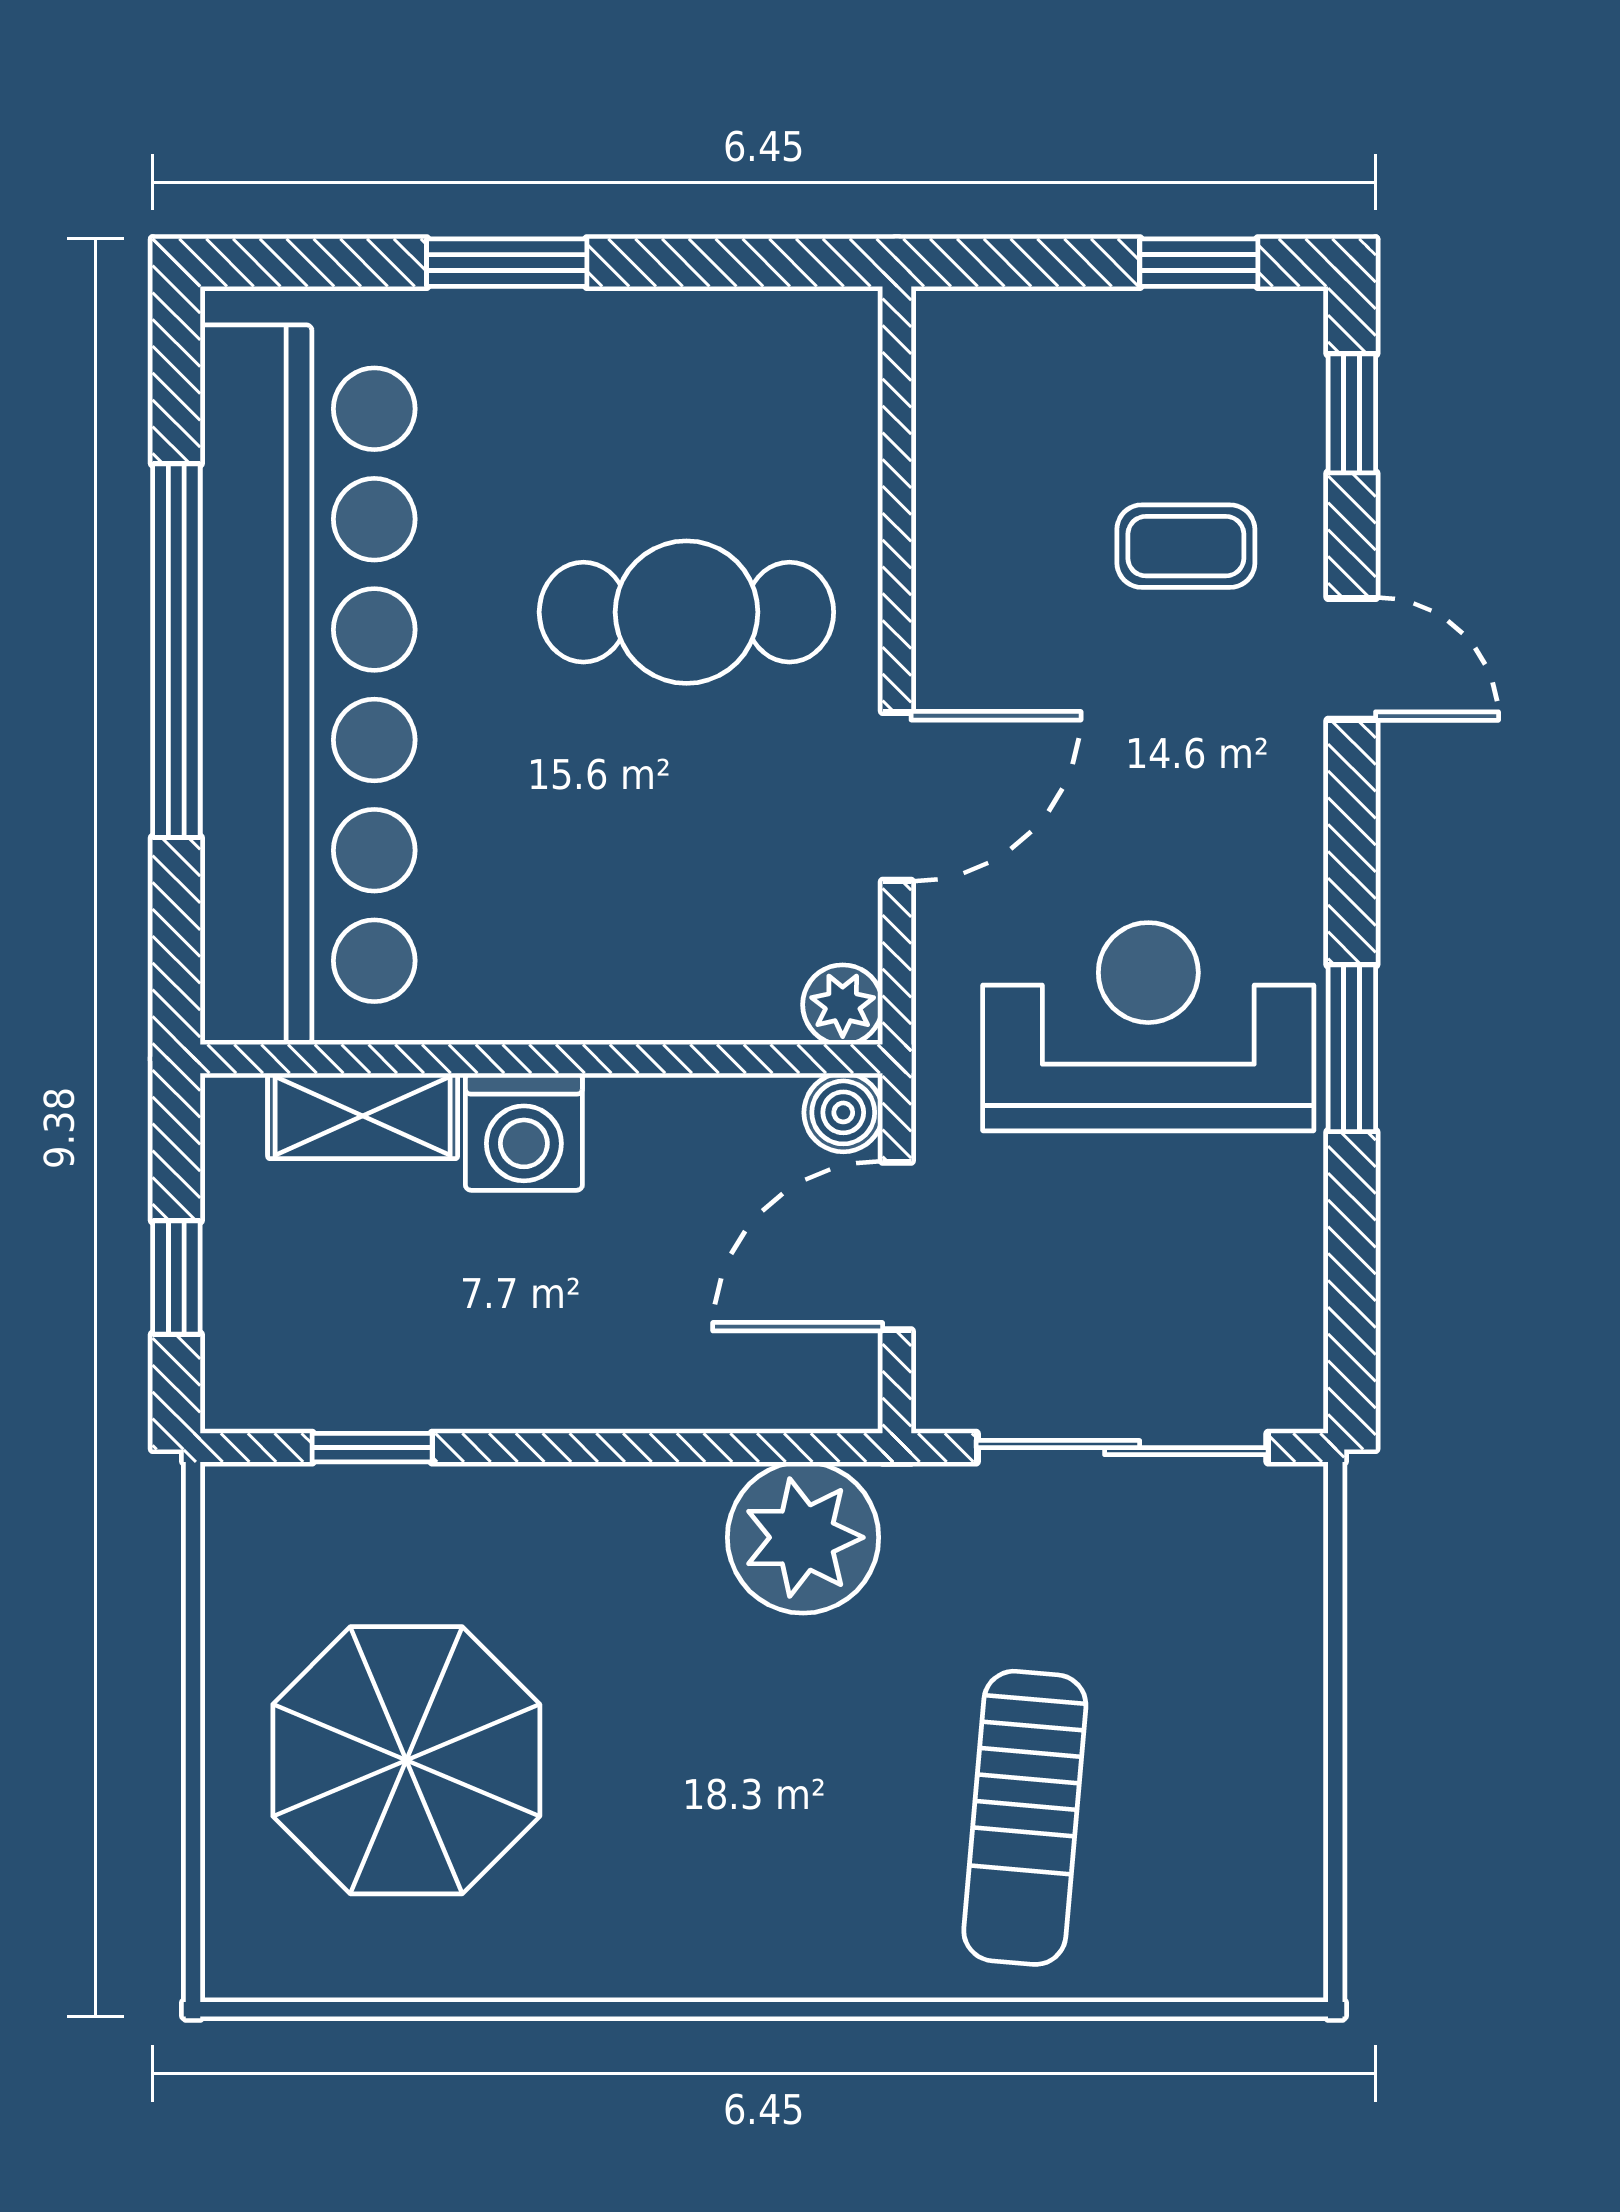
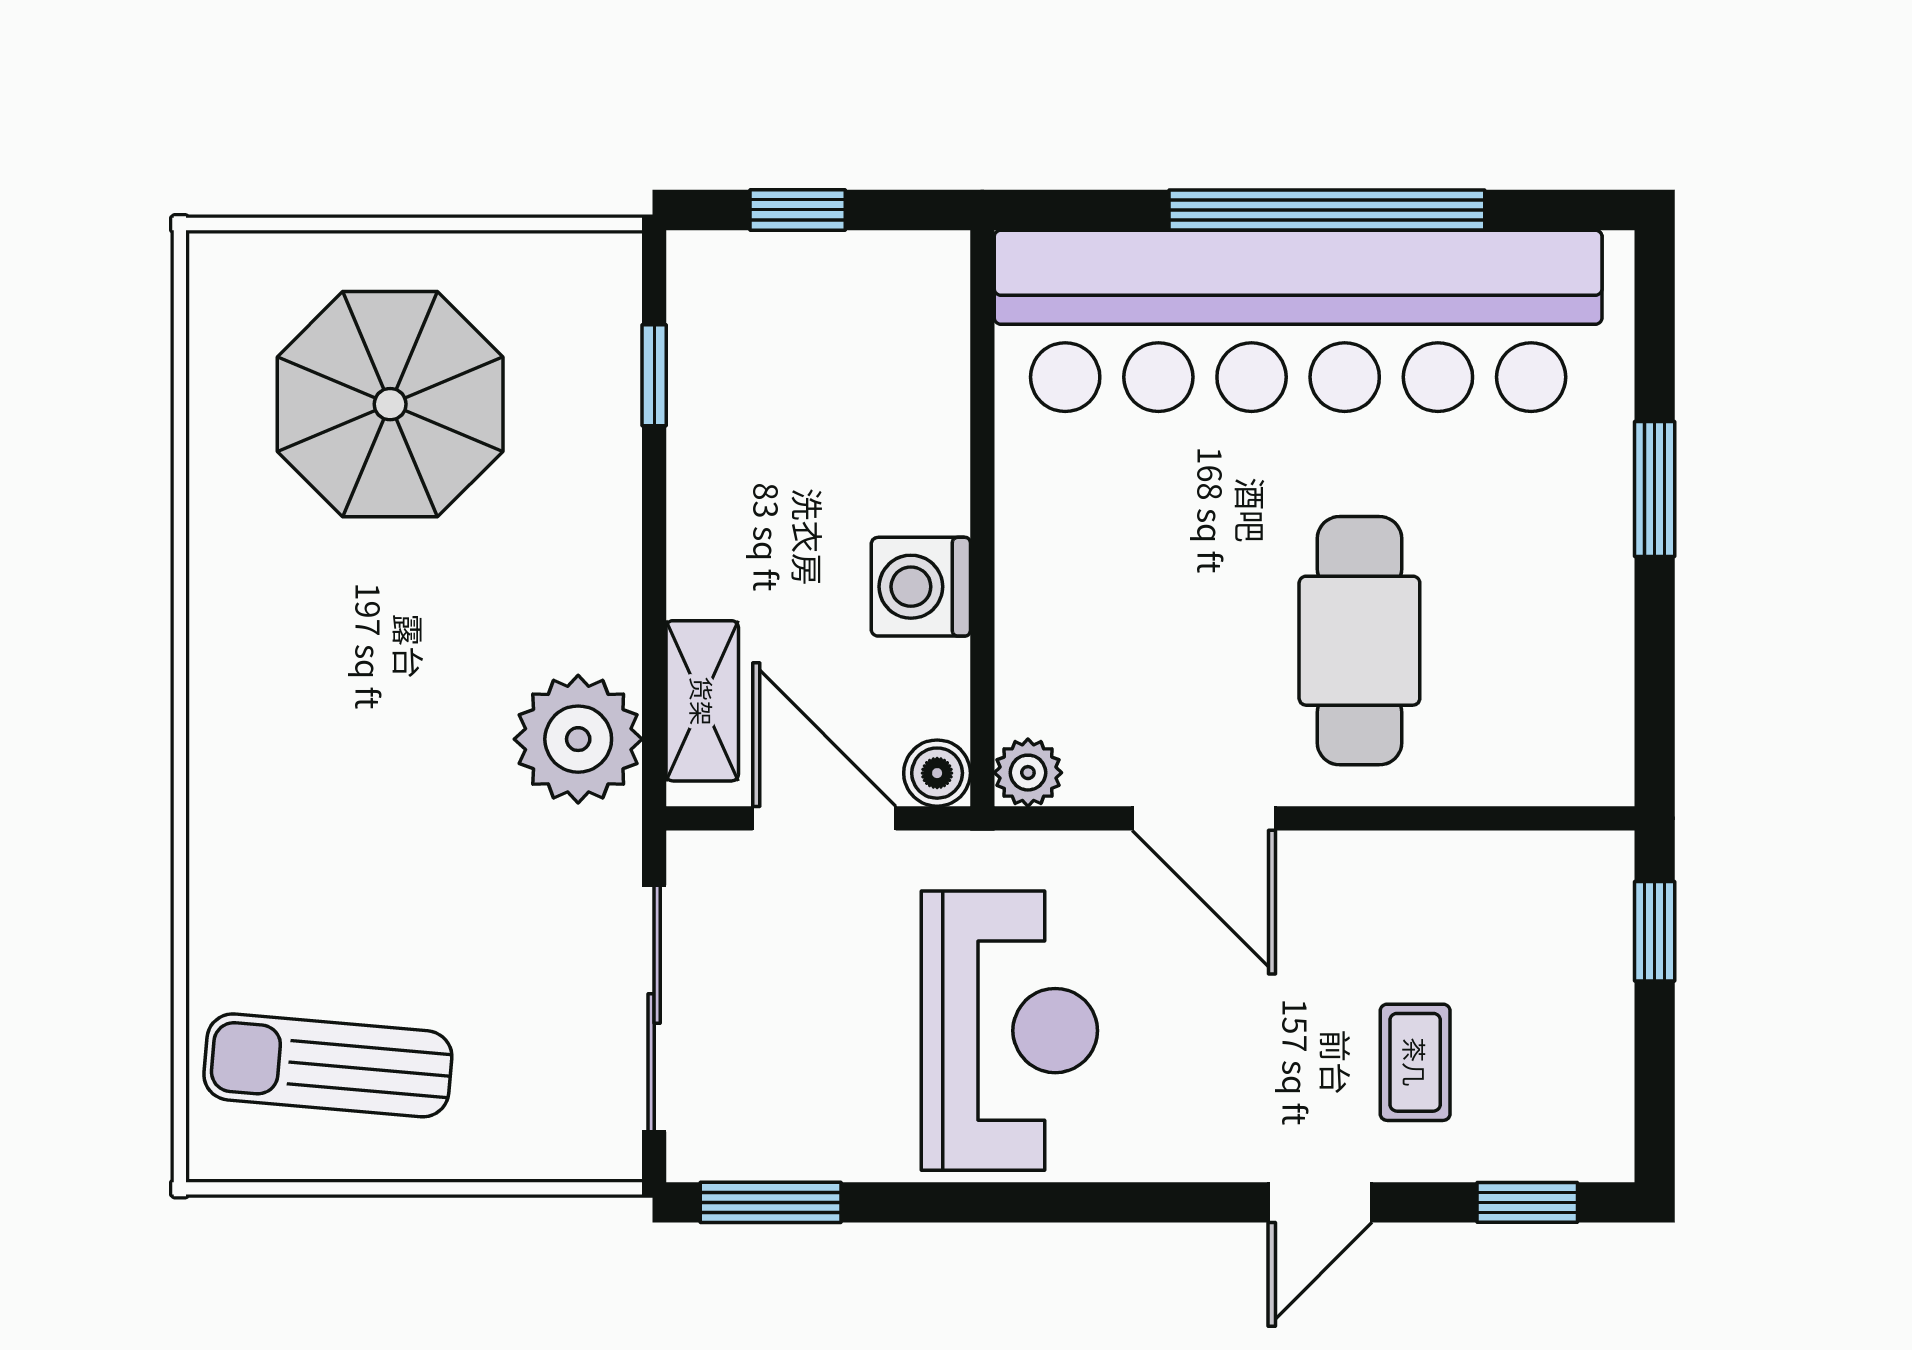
window: (1199, 263) -> (1655, 931), moved
window: (1352, 1048) -> (771, 1202), moved
shelving: (363, 1116) -> (702, 701), moved
washing machine: (524, 1132) -> (921, 587), moved
sun lounger: (1025, 1818) -> (328, 1065), moved

